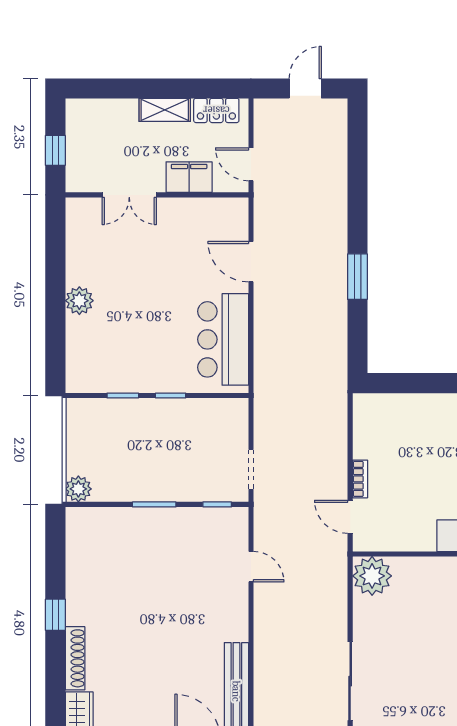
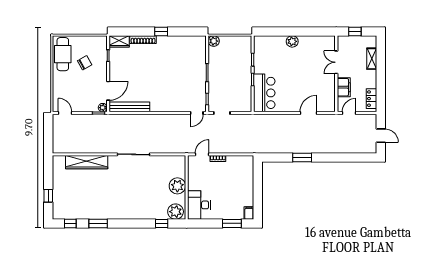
shelving: (165, 110) -> (372, 59), moved
bar counter: (223, 339) -> (264, 93), moved, turned 90
door: (251, 567) -> (197, 113), moved
plant: (372, 576) -> (177, 186), moved

